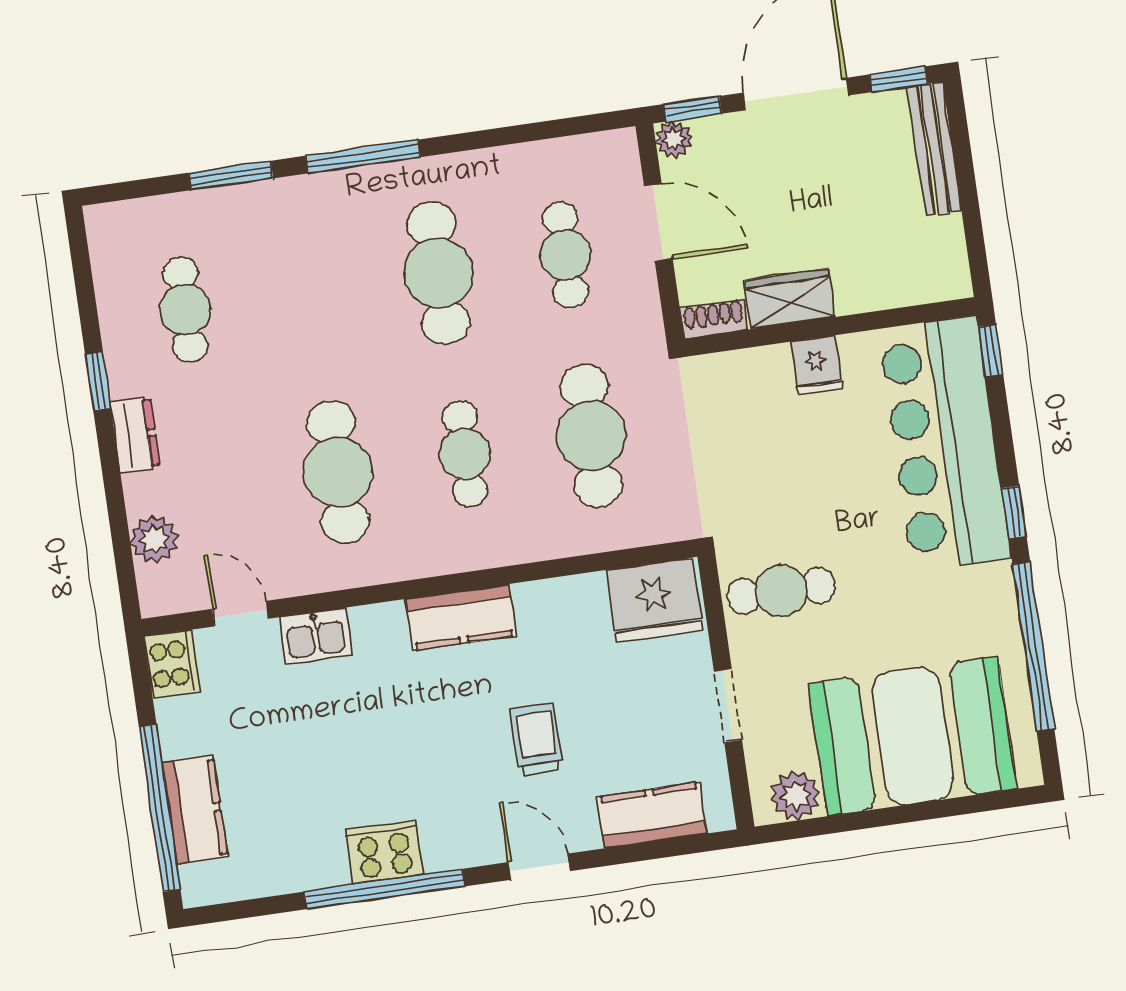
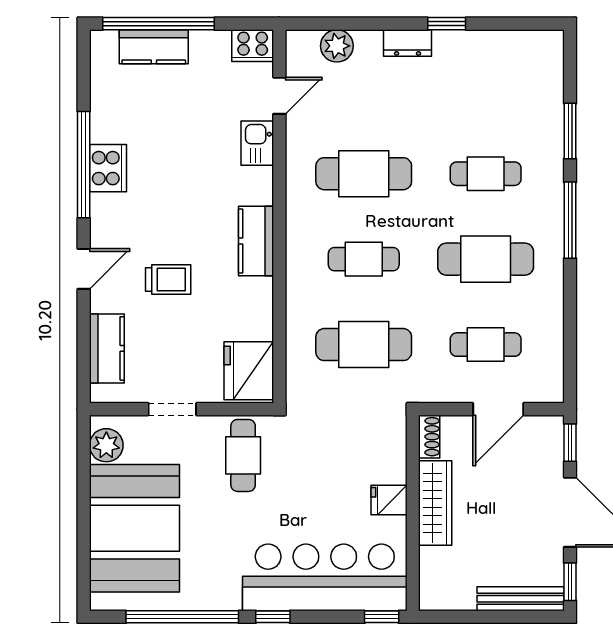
plant: (674, 139) -> (552, 427), removed
wardrobe: (790, 299) -> (435, 503), width x1.50
cafe table: (186, 310) -> (486, 174), moved

